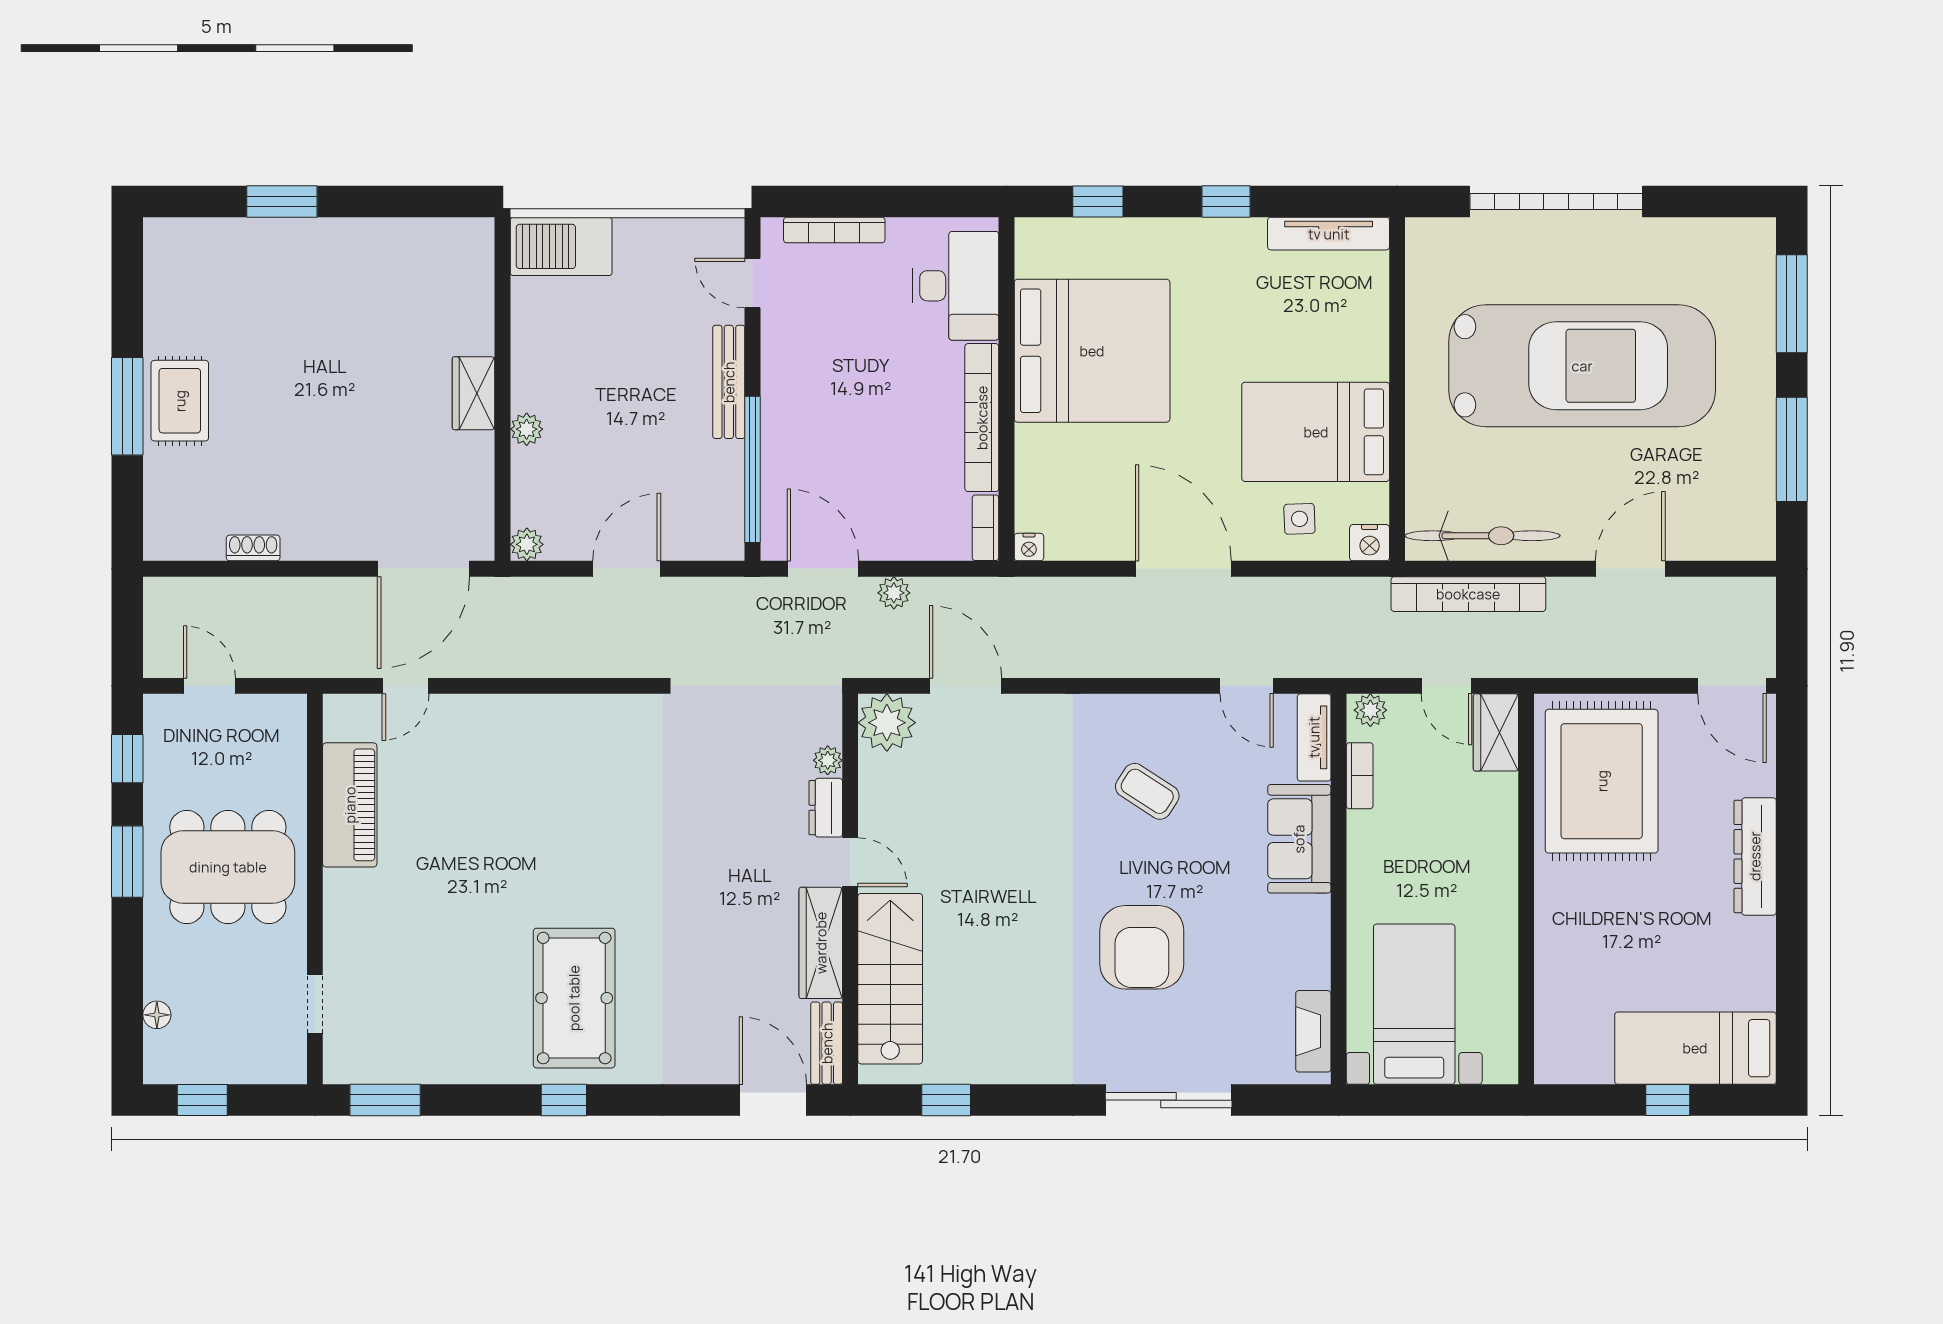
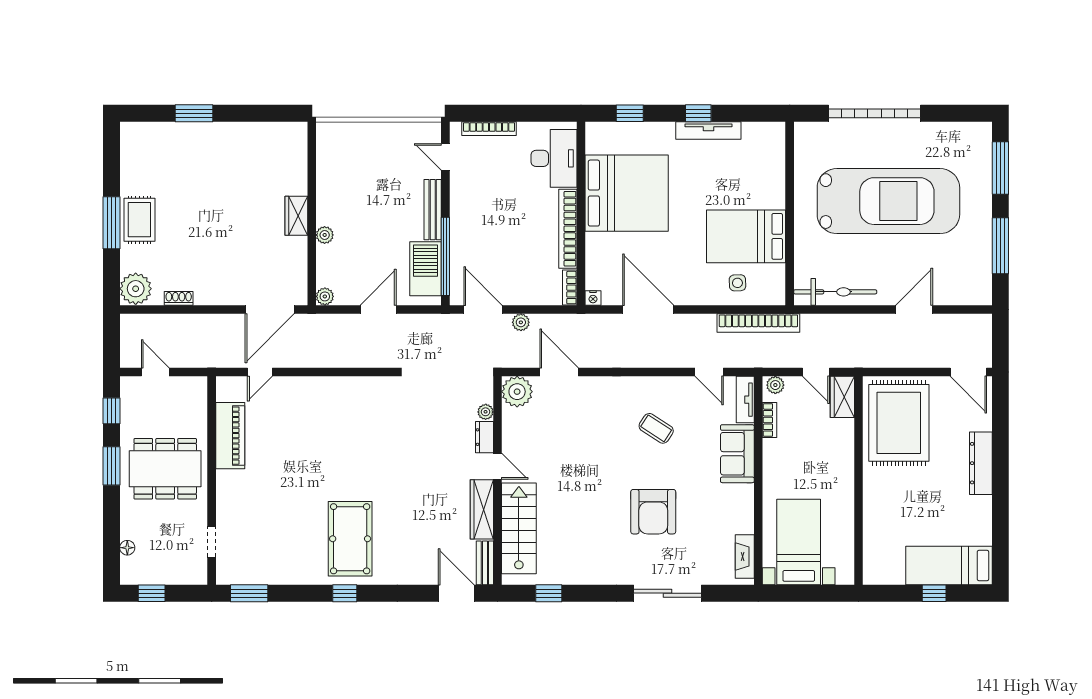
tv unit: (1329, 234) -> (708, 130), moved
barbecue: (561, 246) -> (426, 269), moved, turned 90
plant: (173, 530) -> (136, 289), added
nightstand: (1370, 543) -> (775, 296), removed
door: (1183, 569) -> (648, 309), moved
bookcase: (1468, 594) -> (758, 323), moved

